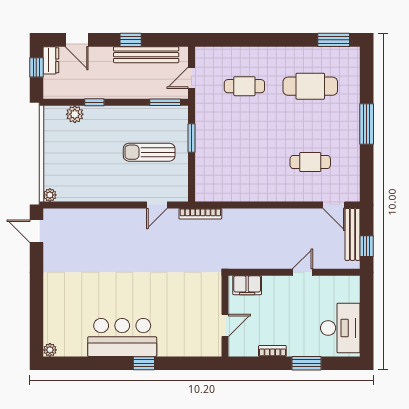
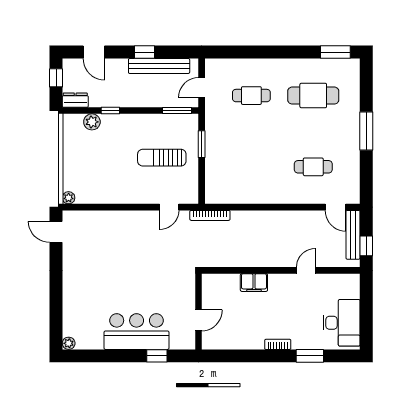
dresser: (51, 60) -> (75, 100), moved, turned -90
wall: (225, 316) -> (198, 312), moved
door: (225, 325) -> (198, 320), moved

